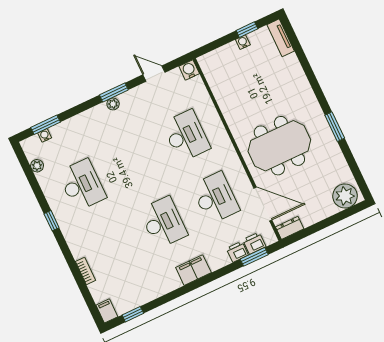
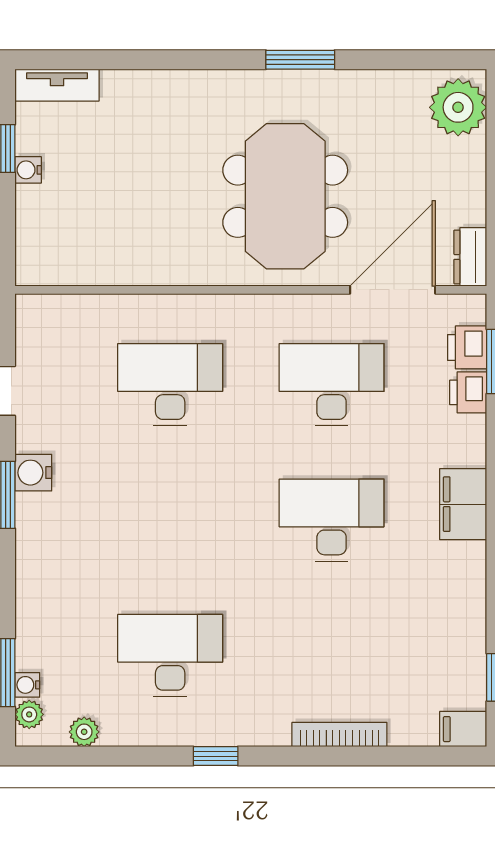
water cooler: (189, 70) -> (33, 473), moved
plant: (113, 104) -> (29, 714), moved
bookcase: (85, 271) -> (339, 735), width x1.56

